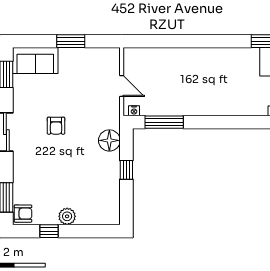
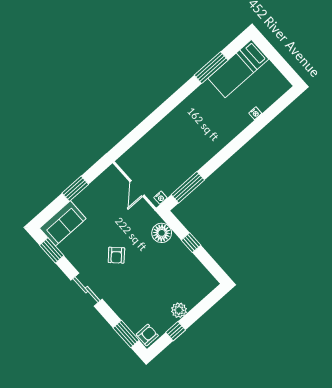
door: (122, 86) -> (137, 188), swing flipped
armchair: (56, 126) -> (116, 255), turned 44

